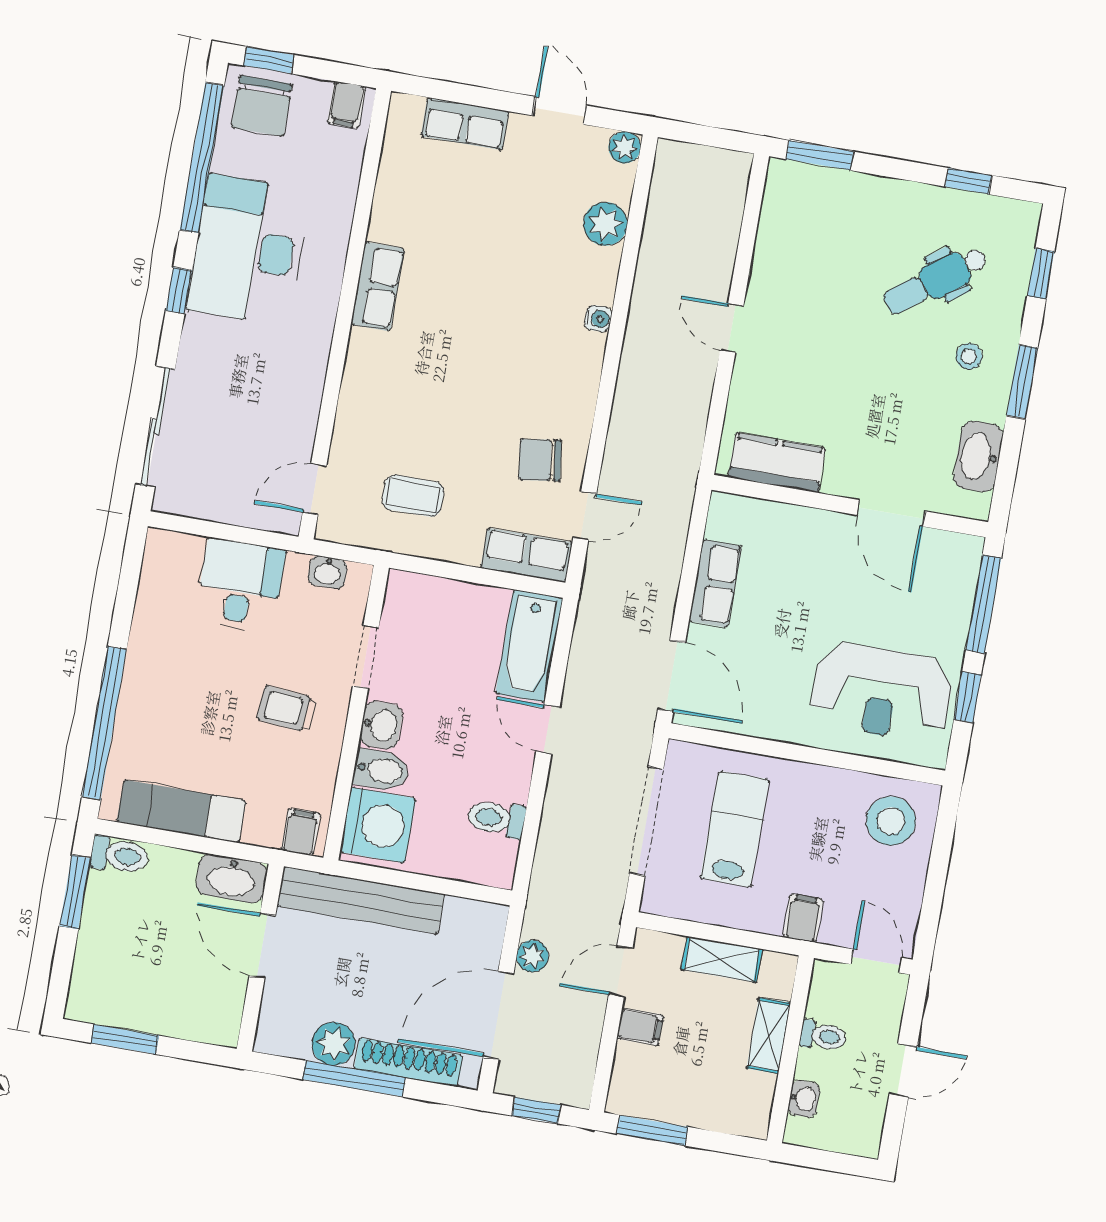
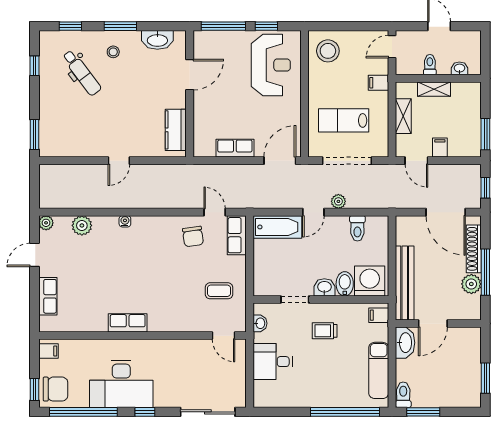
coffee table: (413, 496) -> (219, 291), turned 90
trolley: (287, 709) -> (325, 331), turned 85
plant: (532, 956) -> (338, 201), moved

